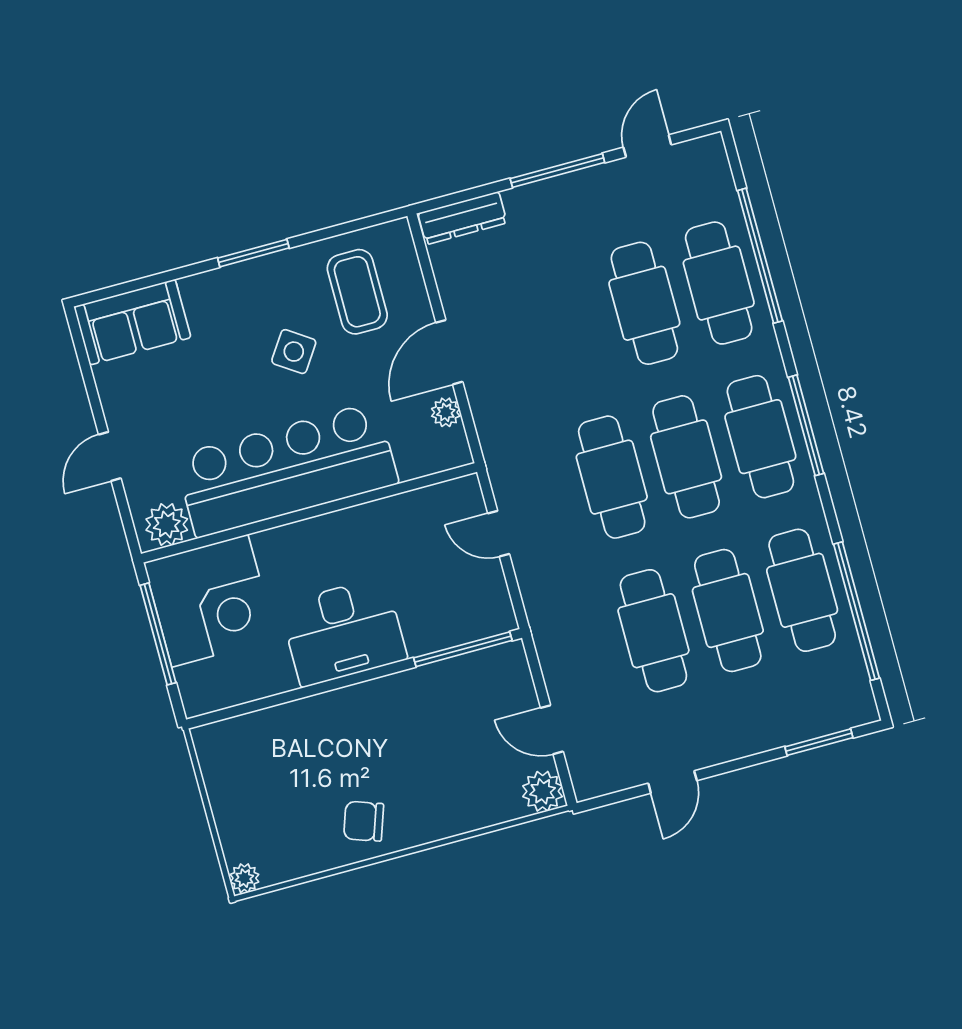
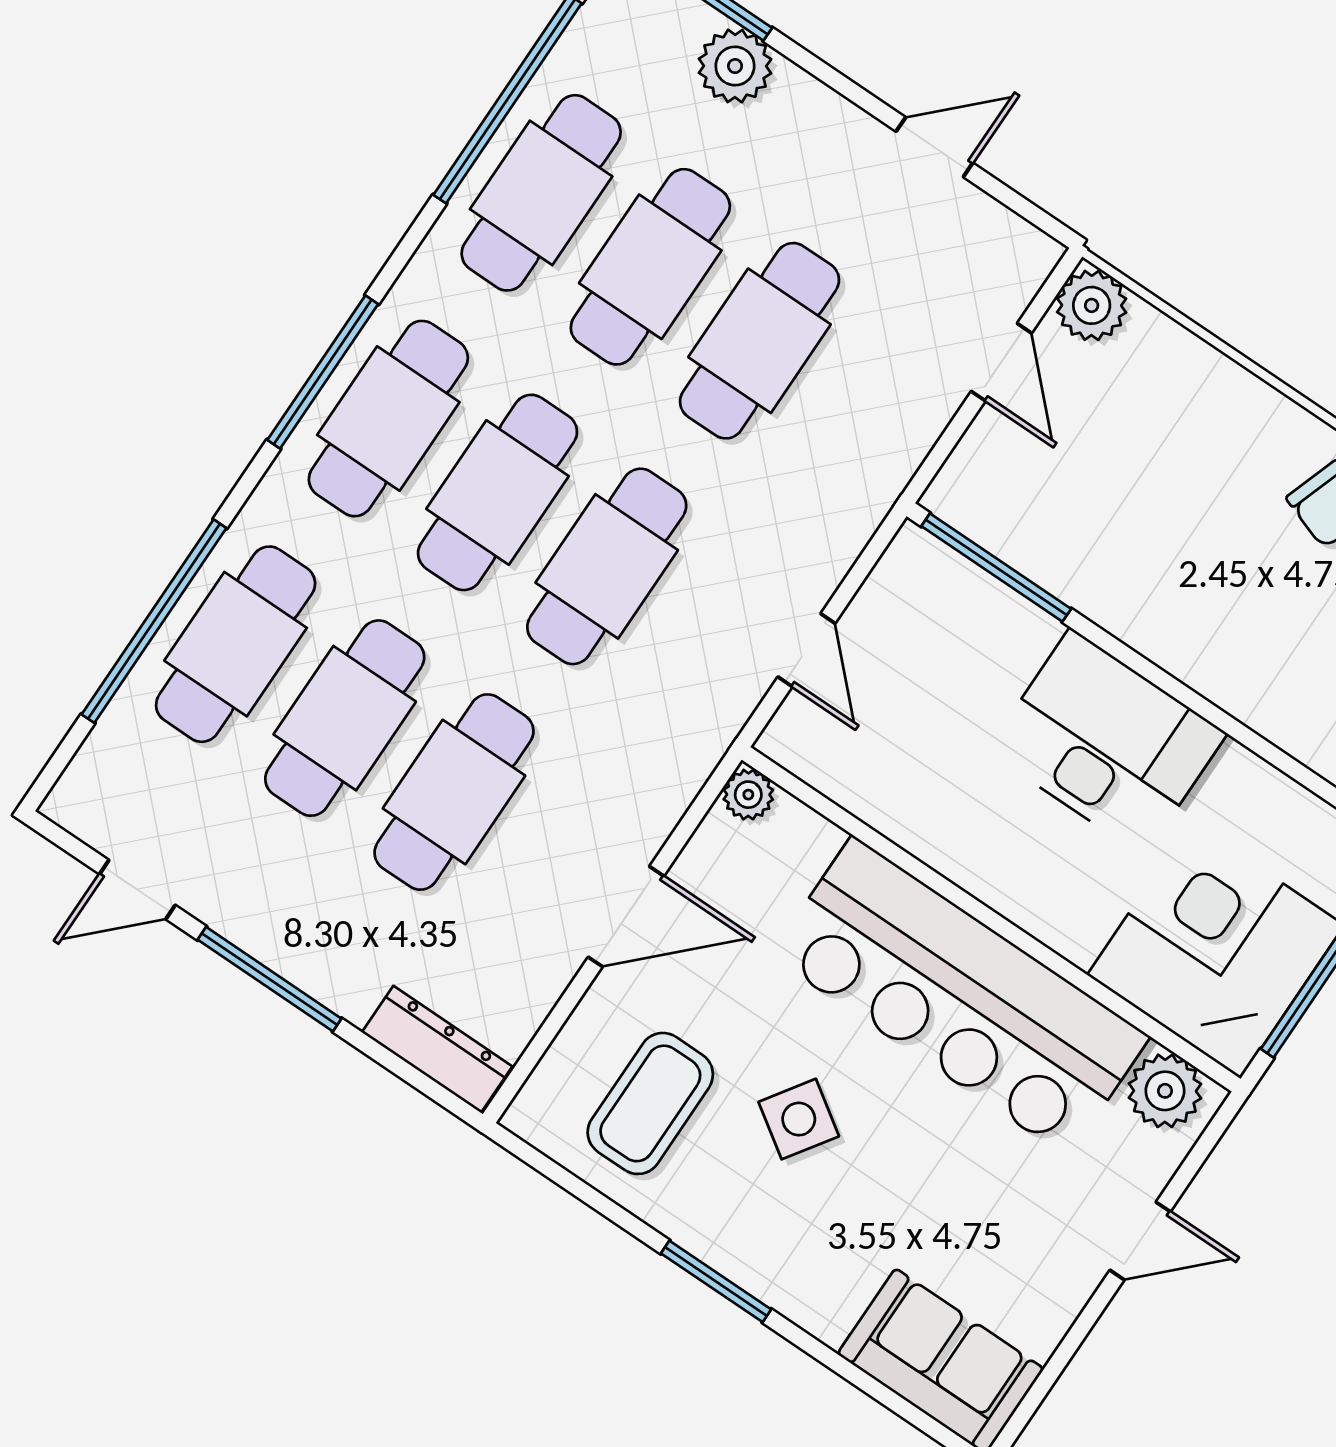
cafe table: (570, 323) -> (454, 792), added
plant: (446, 412) -> (748, 795), moved
plant: (784, 725) -> (735, 66), added

